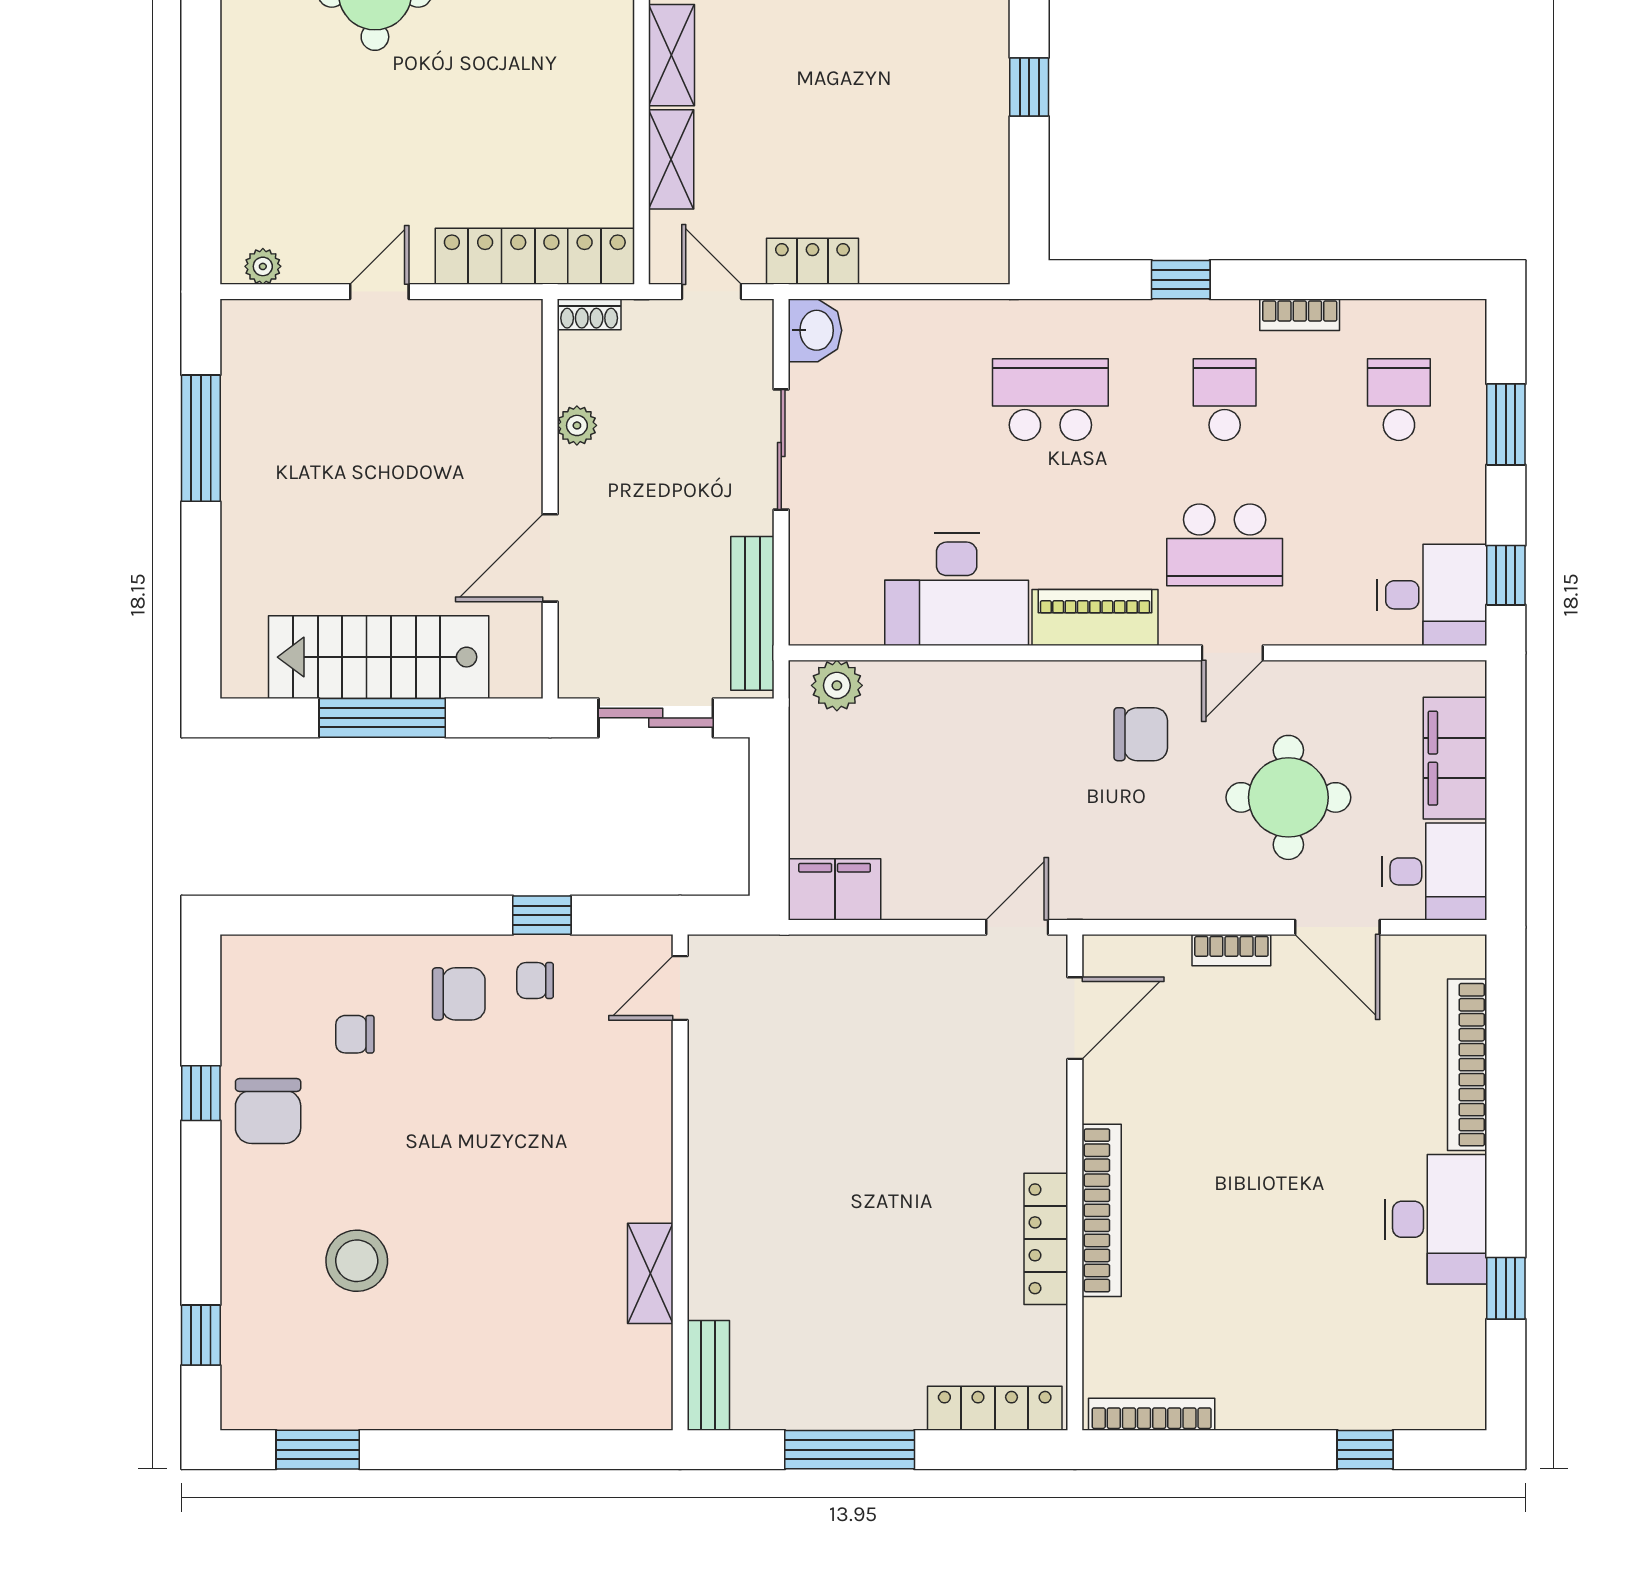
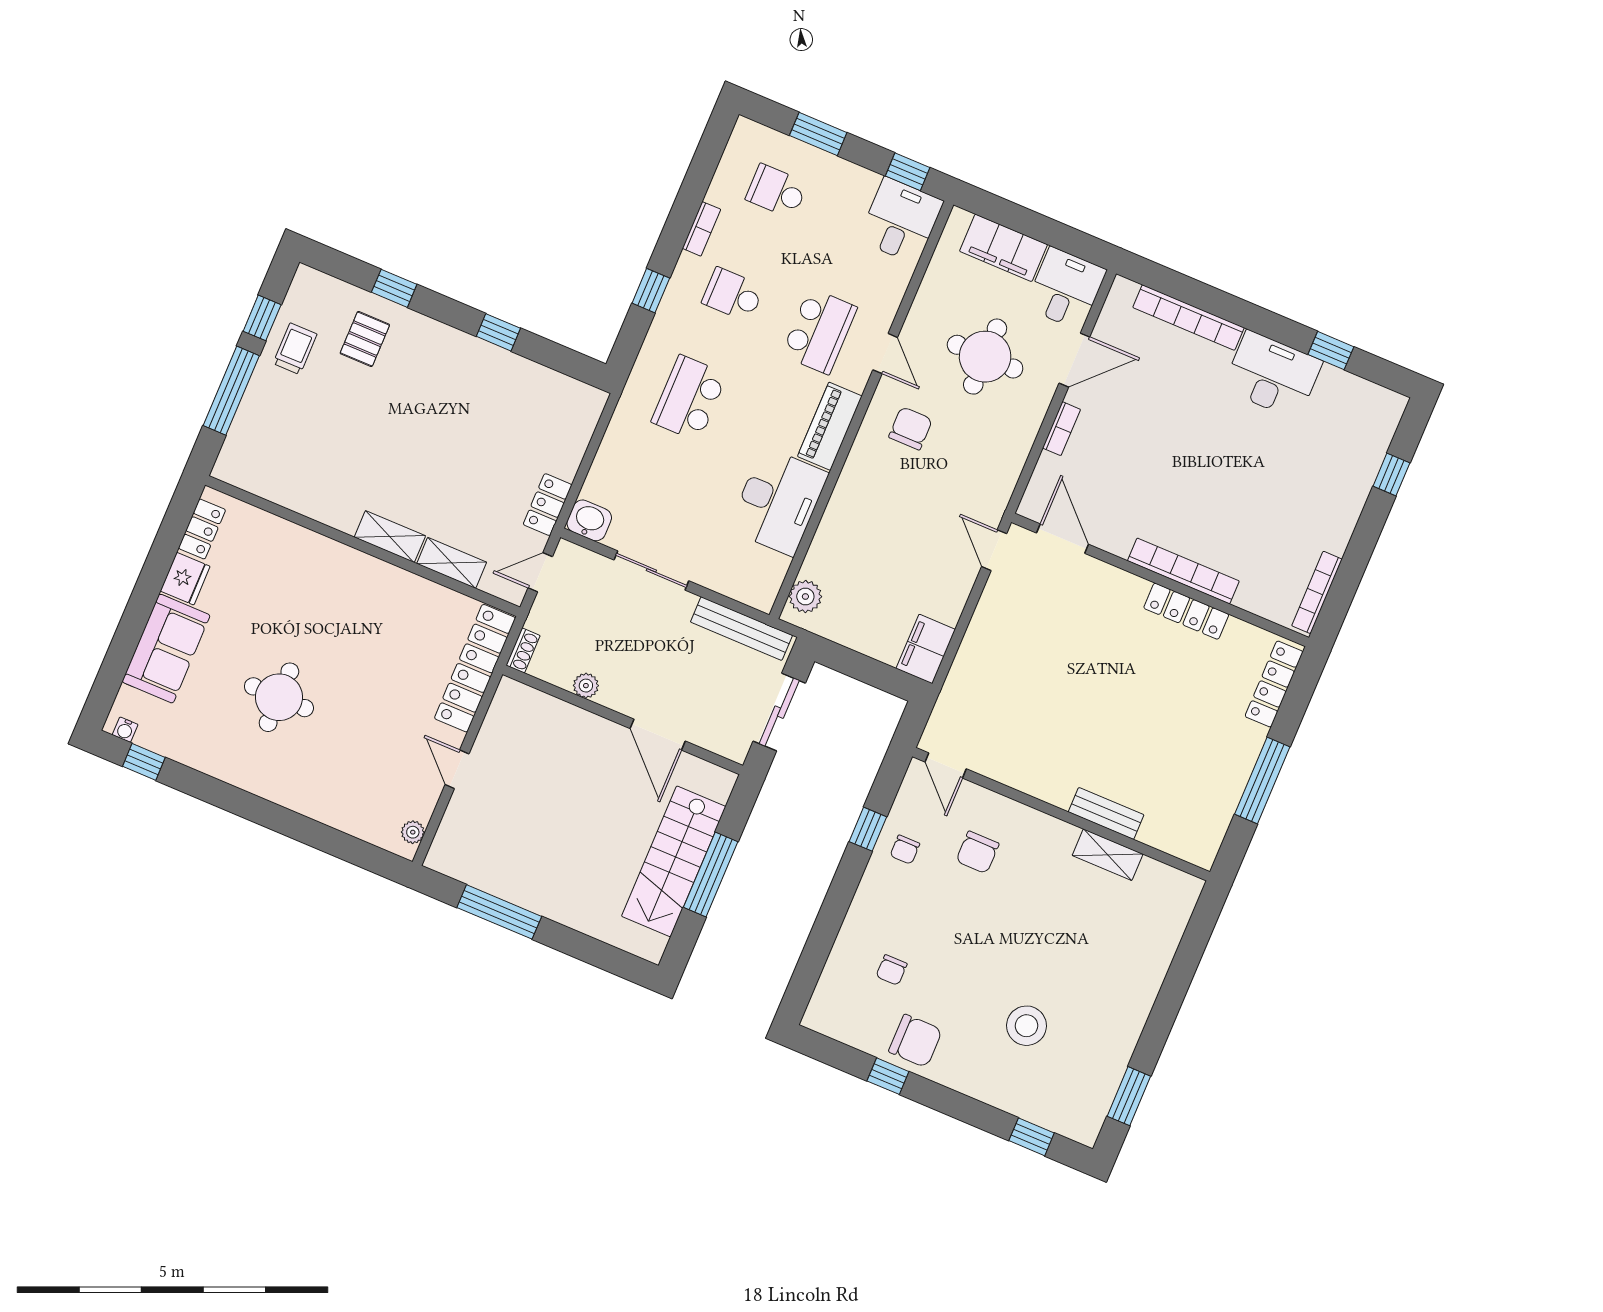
chair: (459, 994) -> (978, 852), moved, turned 180
bench: (708, 1375) -> (1106, 813), moved

